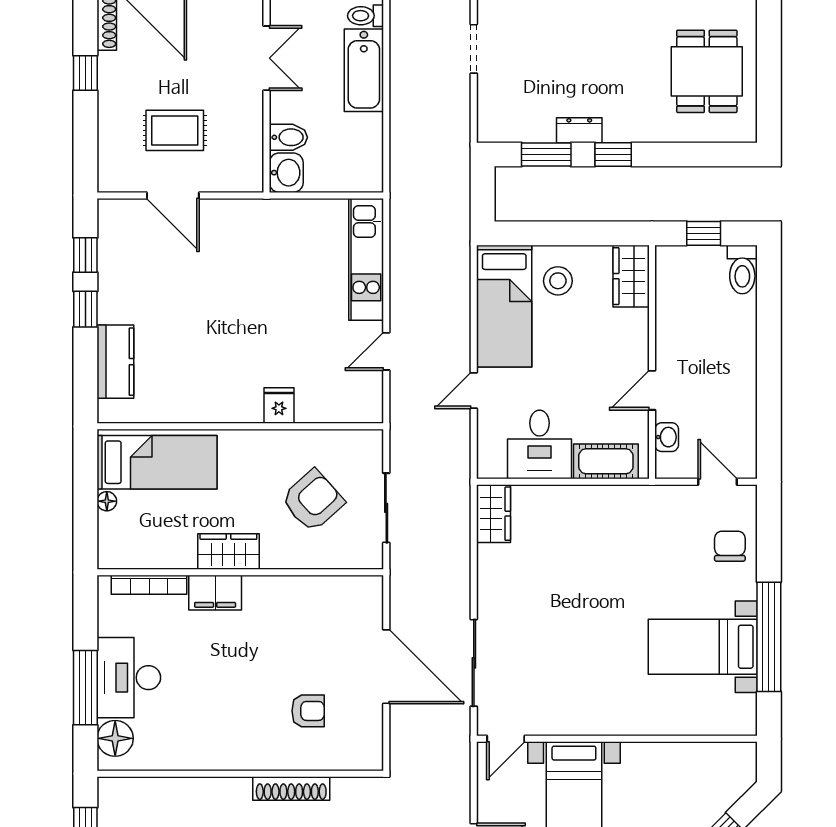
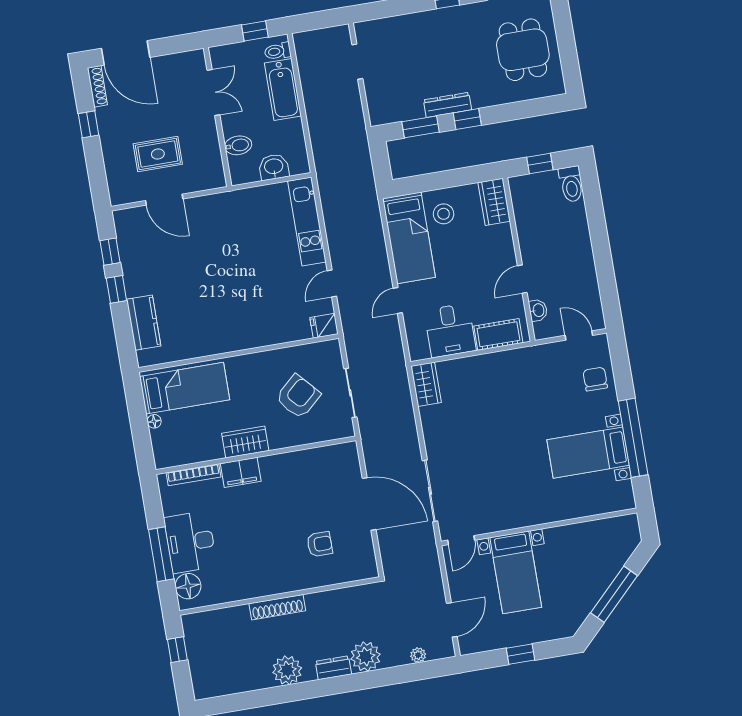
dresser: (579, 130) -> (448, 105), width x1.44
washbasin: (286, 173) -> (274, 167), moved, turned -90
fridge: (279, 405) -> (324, 326), moved, turned -90
shoe rack: (291, 789) -> (277, 607), moved

